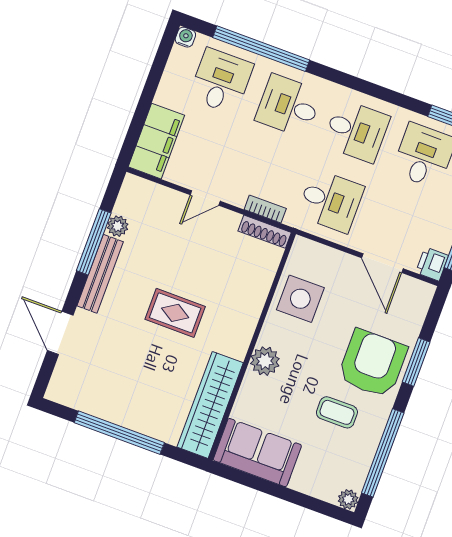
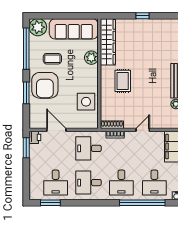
desk: (289, 106) -> (121, 183), turned 90
rug: (175, 313) -> (123, 81), moved, turned 90
plant: (265, 361) -> (91, 58), moved
window: (119, 433) -> (143, 16), width x0.32
sofa: (257, 453) -> (74, 29), width x1.36
plant: (348, 499) -> (38, 27), width x1.88, depth x1.88

